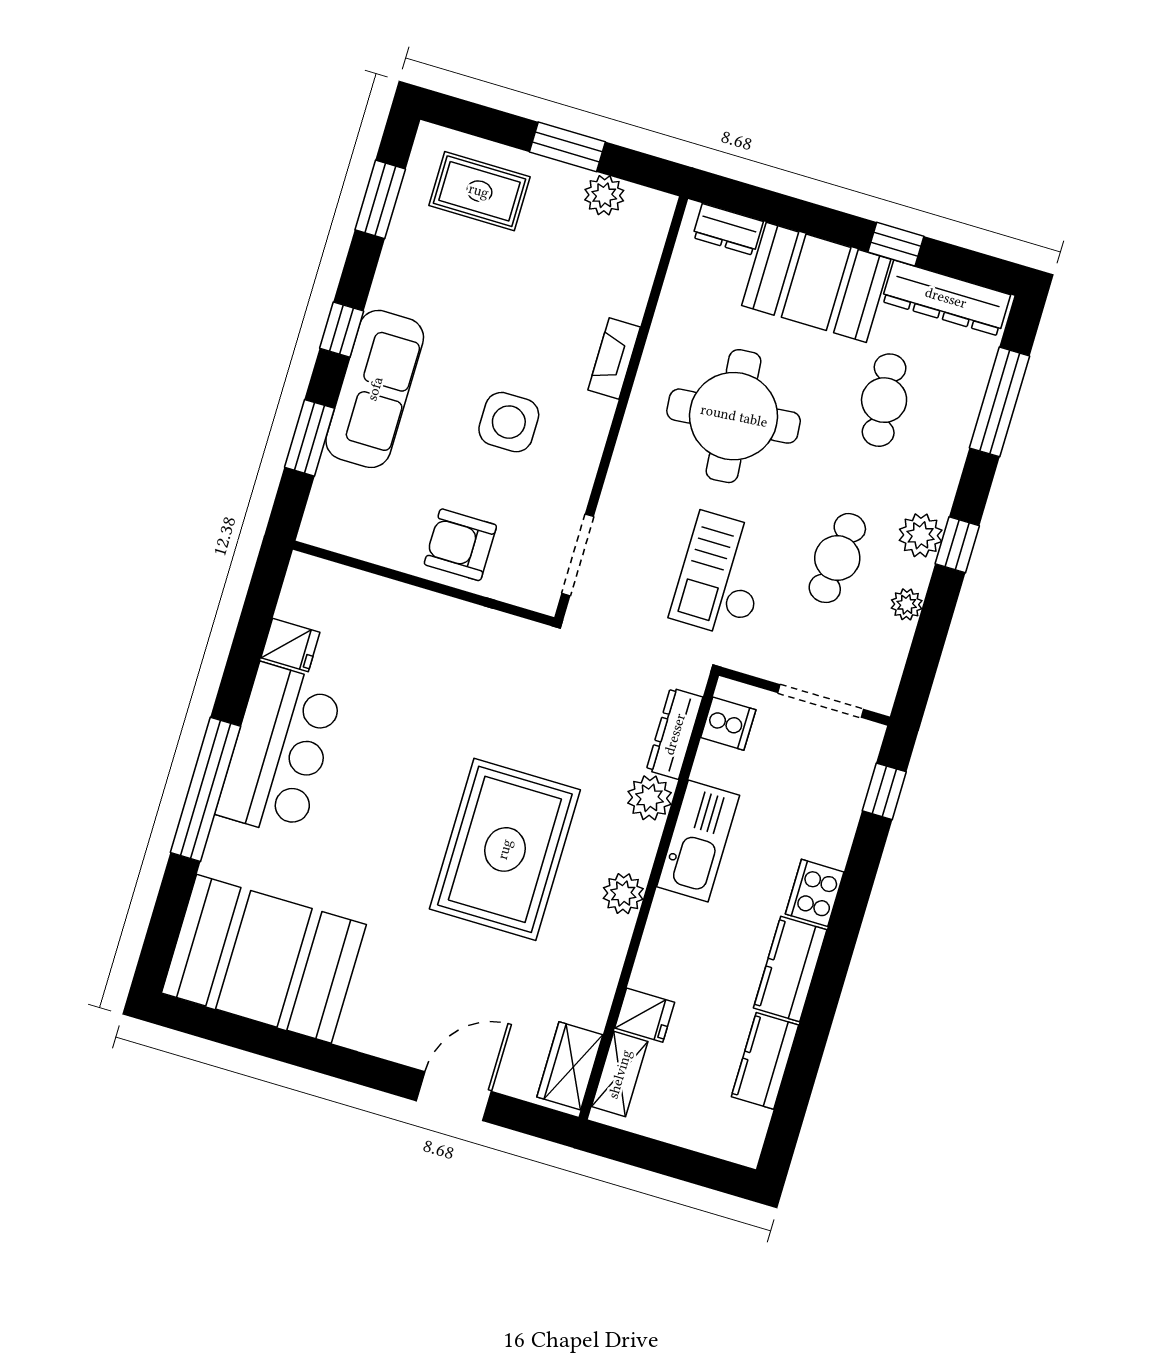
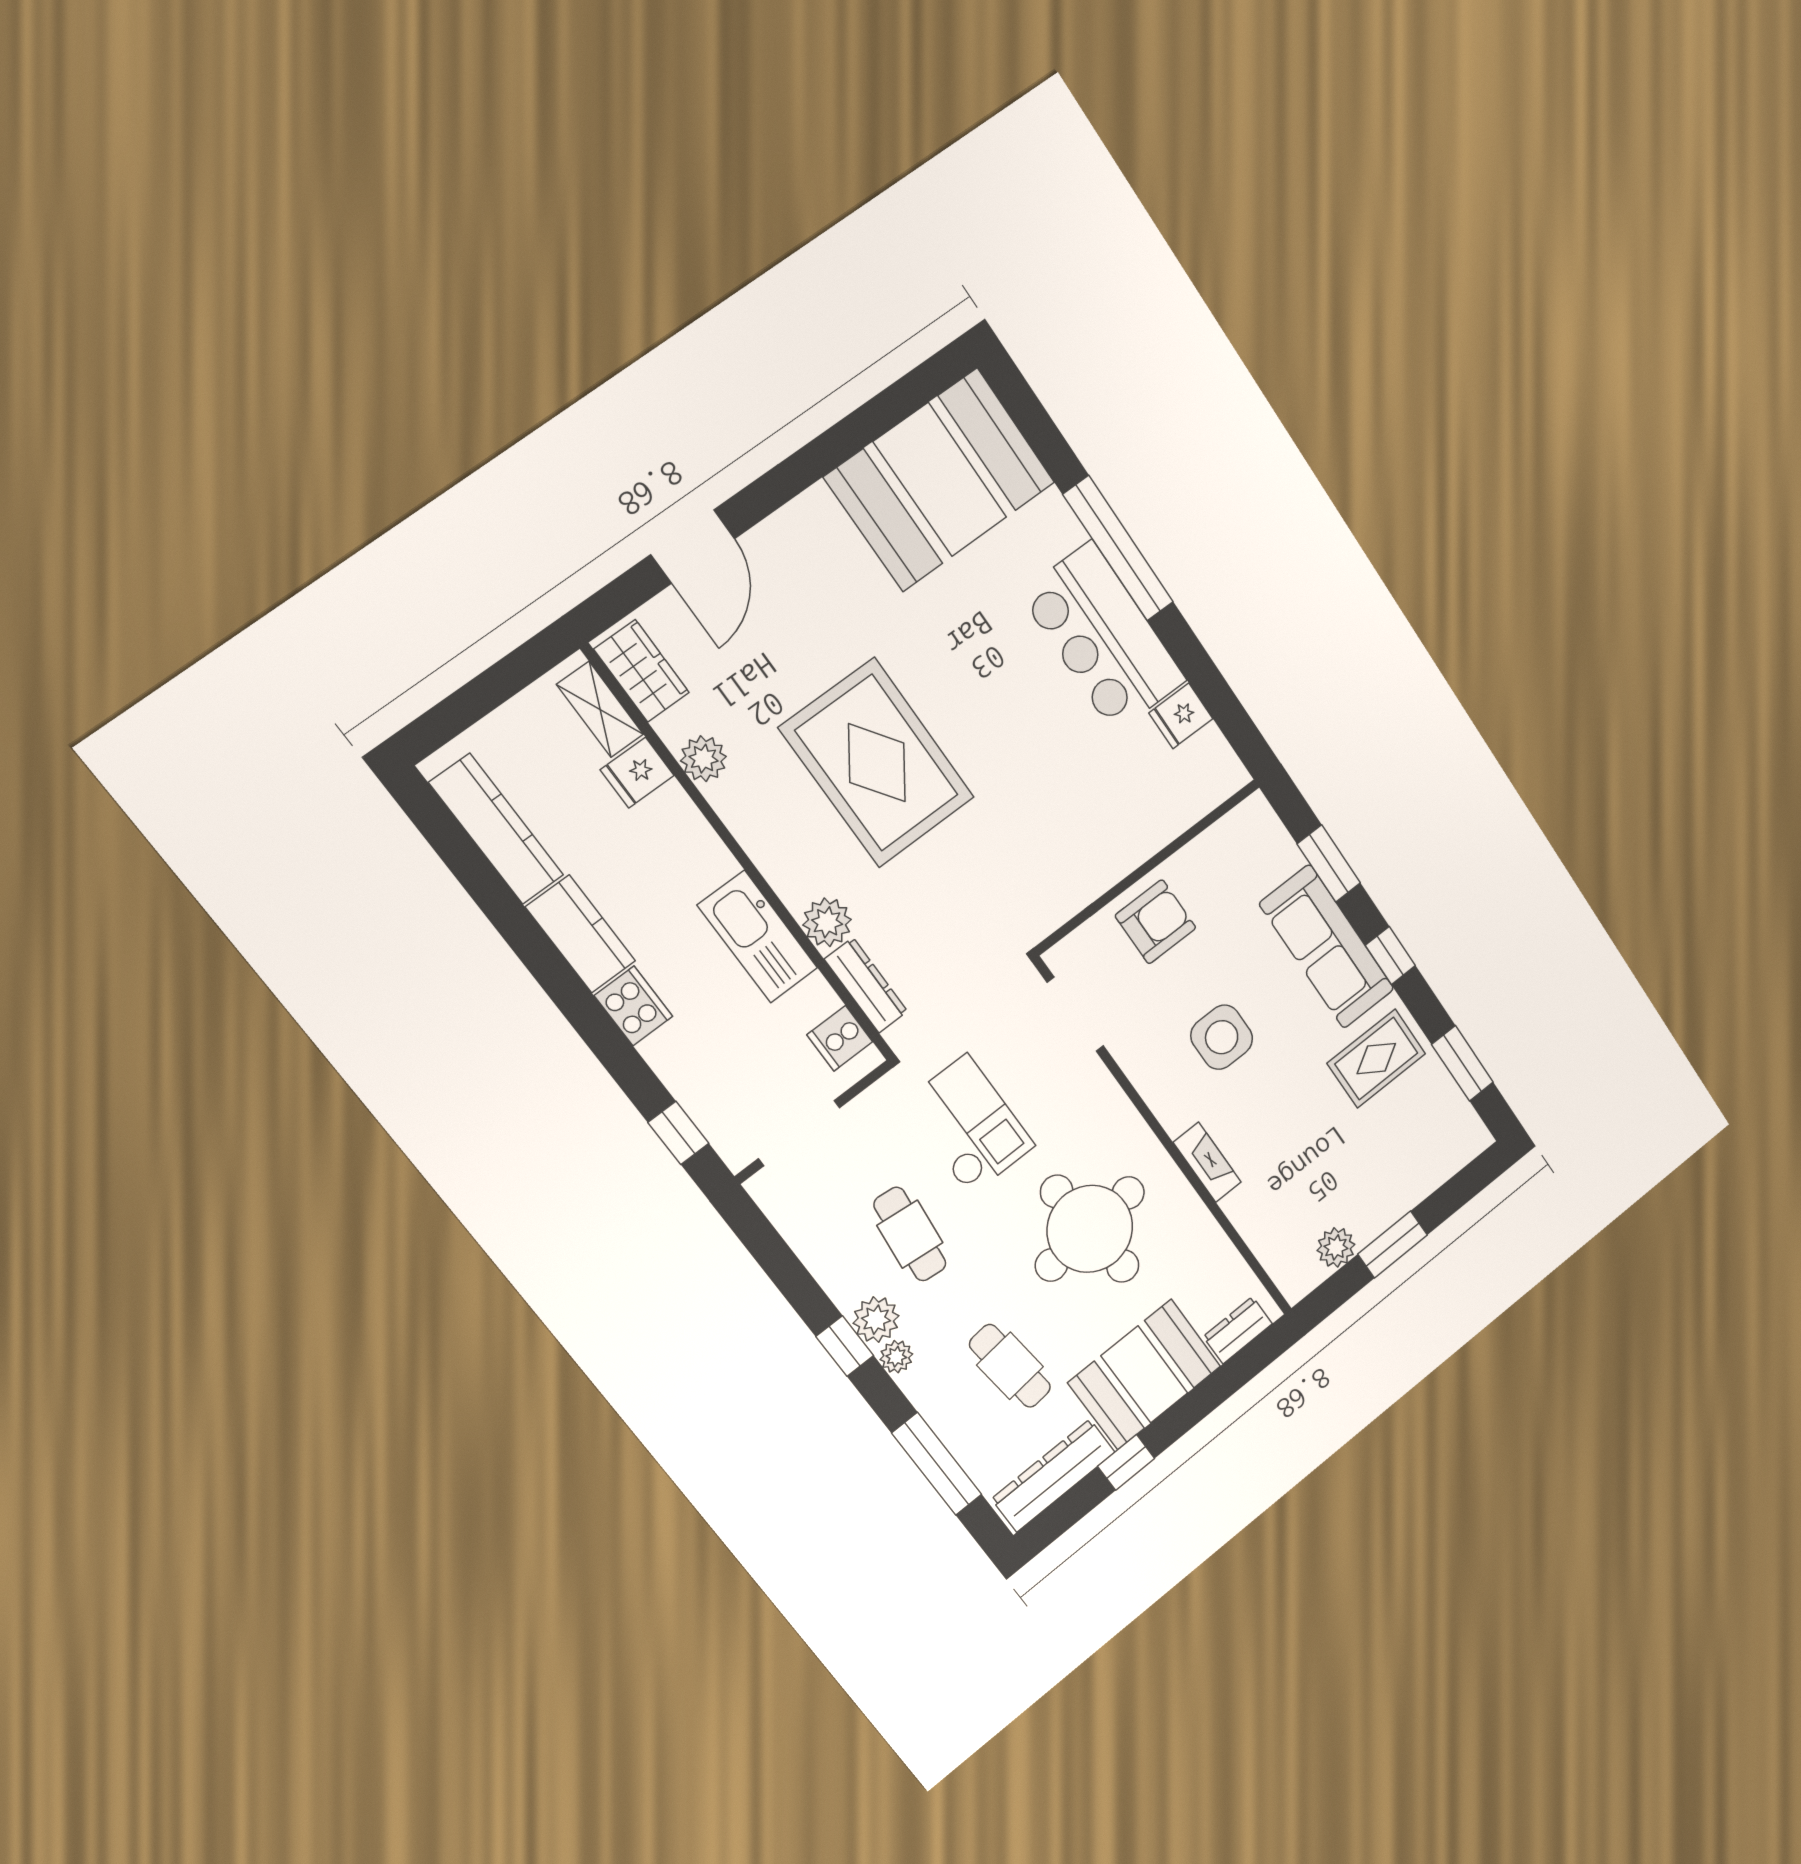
rug: (479, 191) -> (1376, 1058), moved
plant: (907, 604) -> (896, 1357), moved
plant: (623, 894) -> (703, 759), moved
kitchen counter: (765, 1061) -> (496, 829), width x1.50

